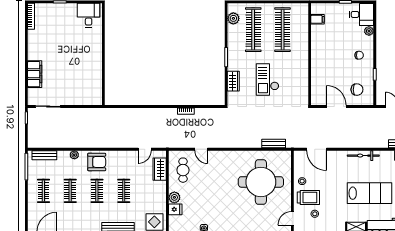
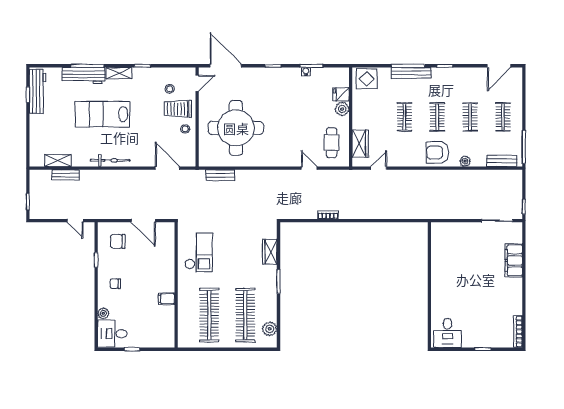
filing cabinet: (317, 19) -> (166, 299), moved
checkout: (267, 80) -> (199, 253), moved

